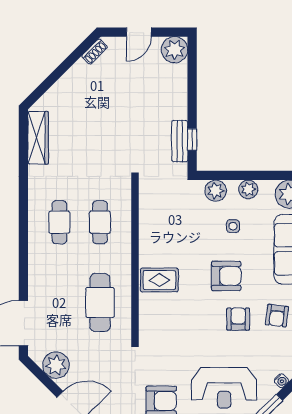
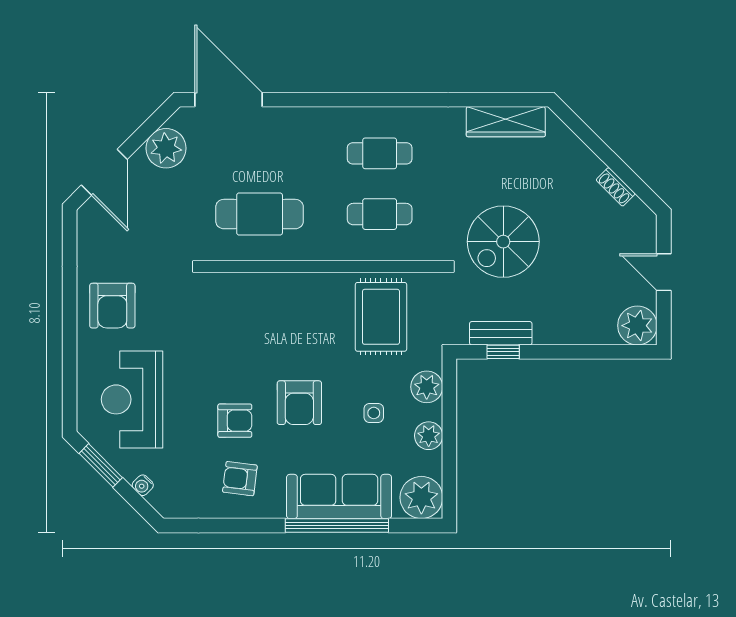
shoe rack: (95, 52) -> (616, 187), moved
spiral stairs: (118, 139) -> (503, 242), added
rug: (159, 280) -> (381, 317), moved, width x1.36, depth x1.43

